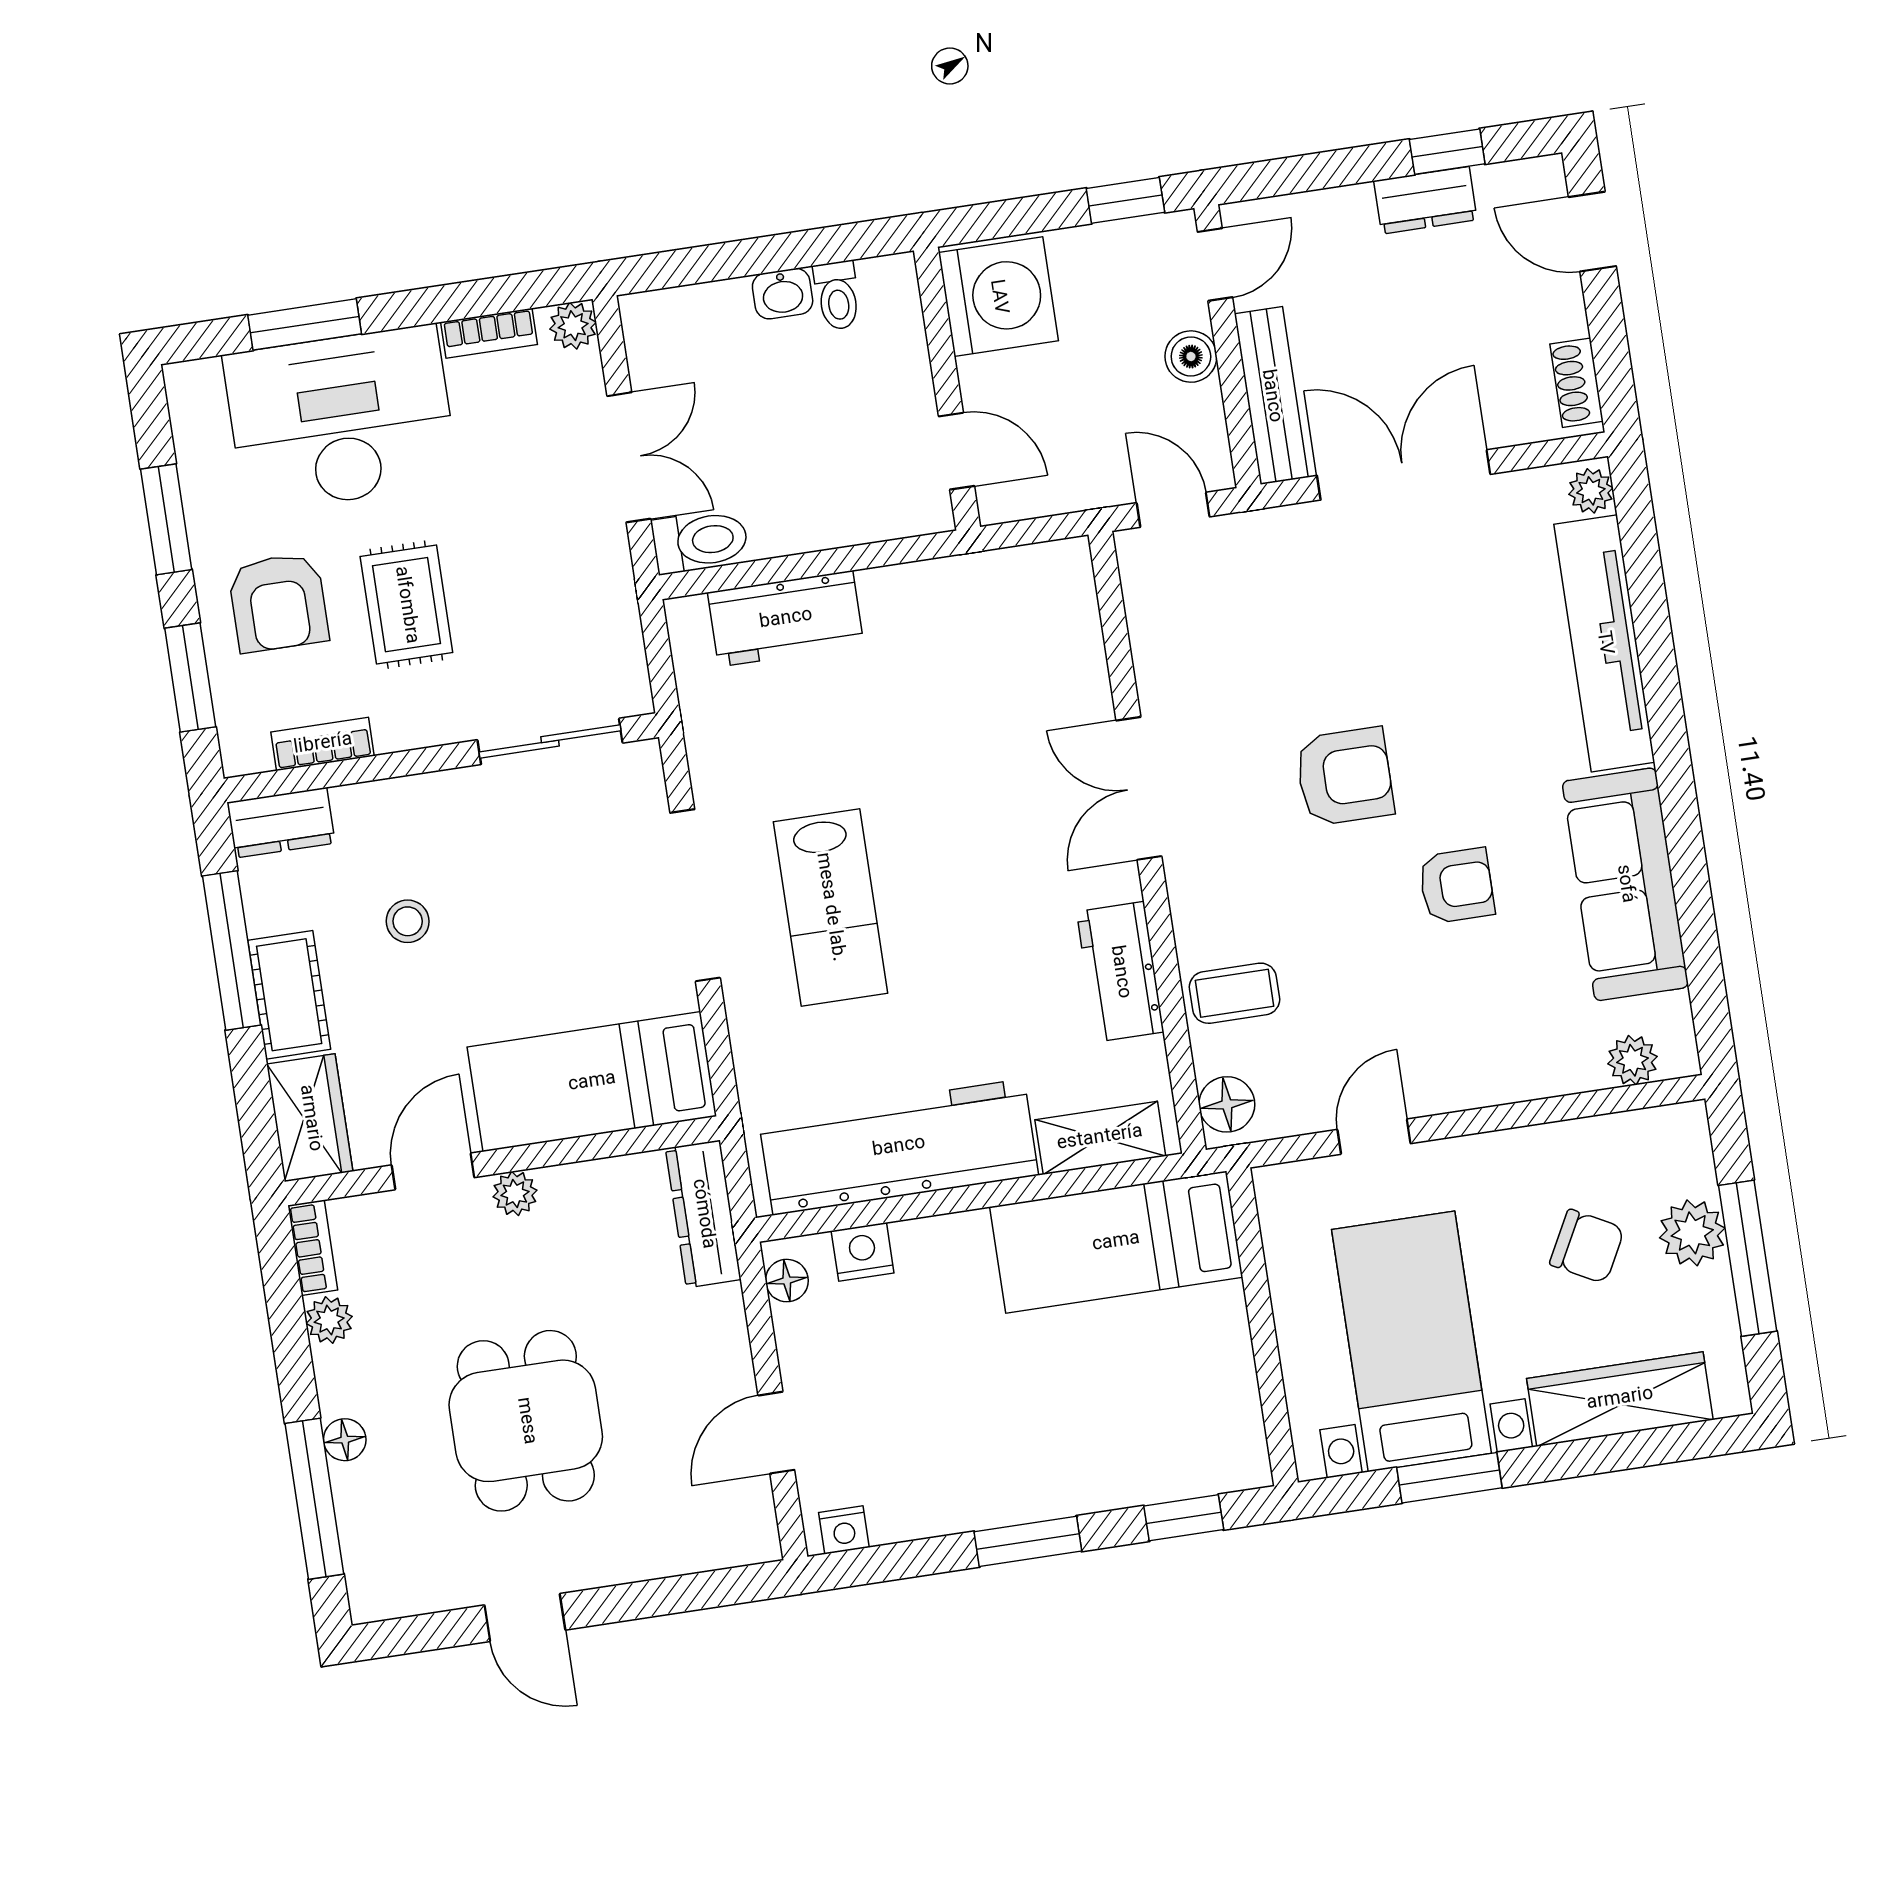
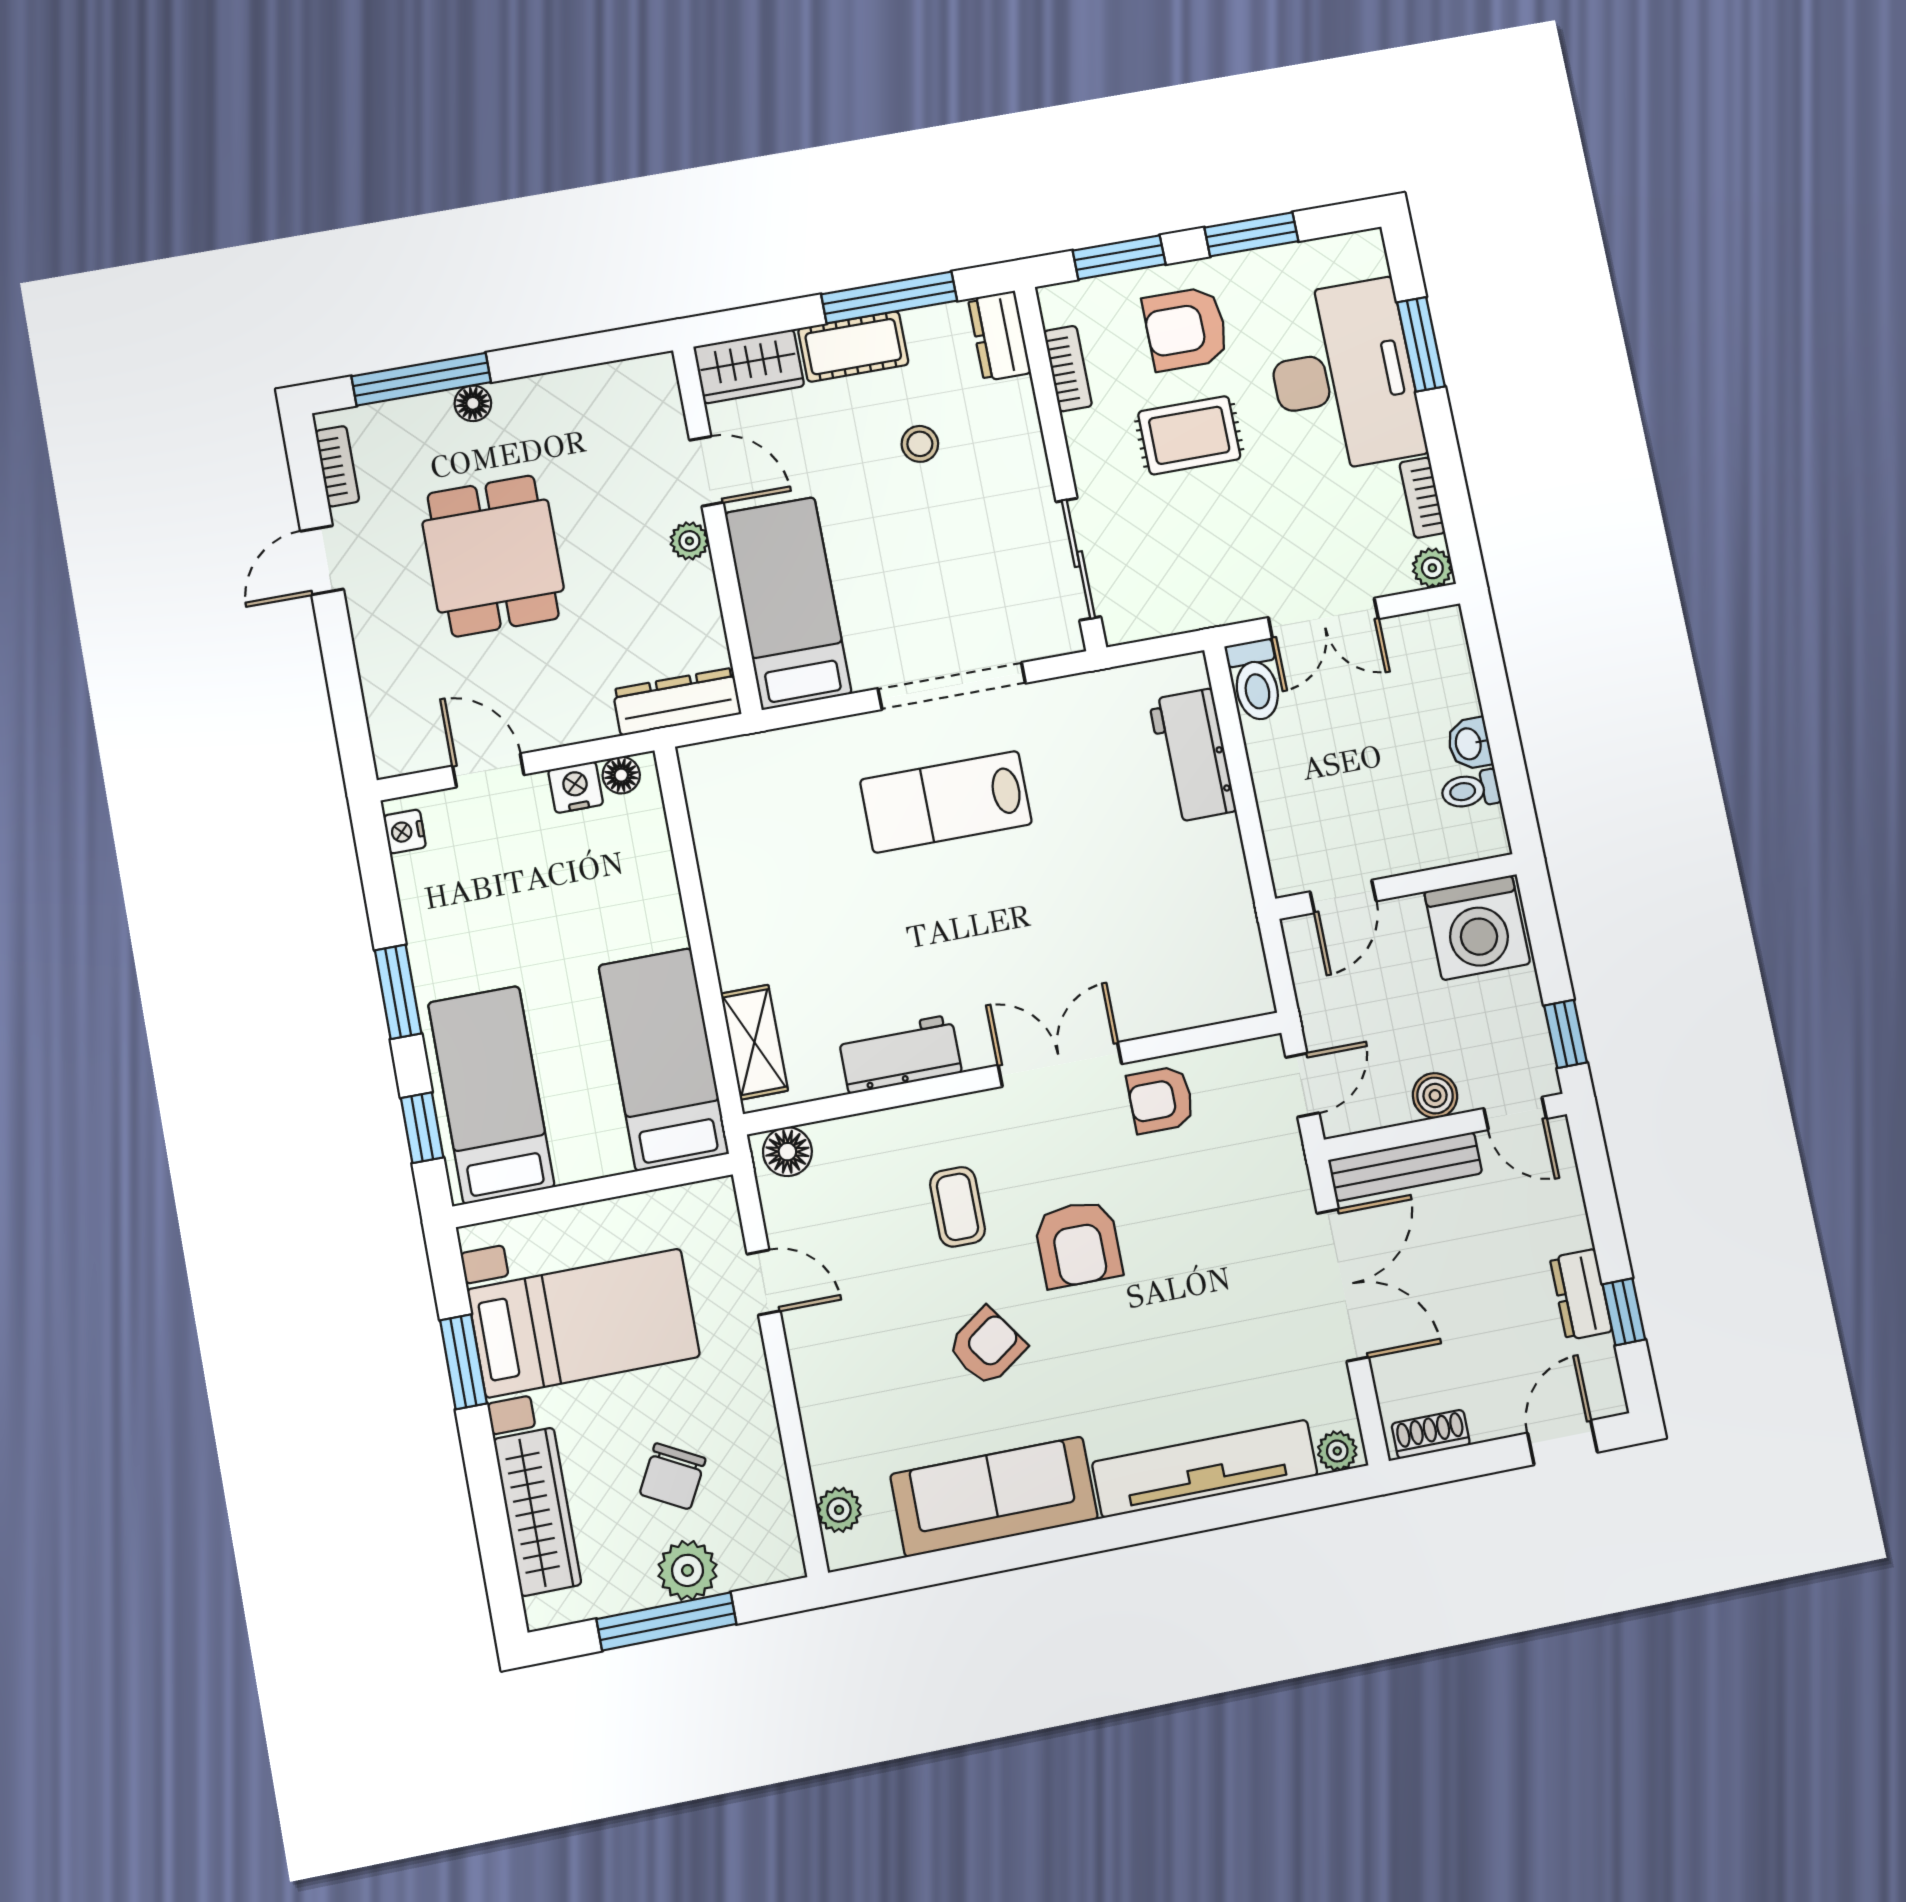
armchair: (1184, 674) -> (1161, 1100), added
armchair: (1457, 886) -> (987, 1347), turned -125
coffee table: (1235, 993) -> (957, 1207), moved
workbench: (899, 1147) -> (740, 867), removed
bookcase: (313, 1248) -> (337, 466), moved, turned -90
nightstand: (863, 1252) -> (576, 787), moved, turned -90
plant: (329, 1320) -> (576, 387), removed
dining table: (526, 1421) -> (493, 556), turned 90
bed: (1149, 1439) -> (491, 1095), added

